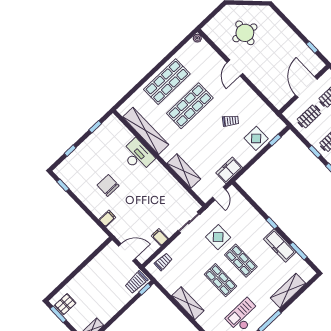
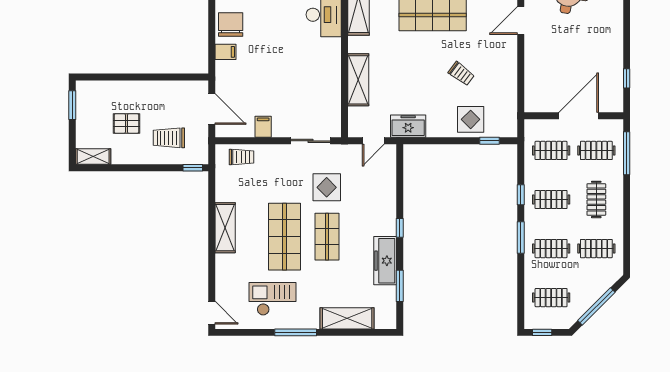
chair: (108, 186) -> (231, 24), moved
shop shelf: (220, 280) -> (285, 237), width x1.43, depth x1.36
trolley: (136, 282) -> (169, 138), moved
pallet: (65, 304) -> (126, 123), moved

